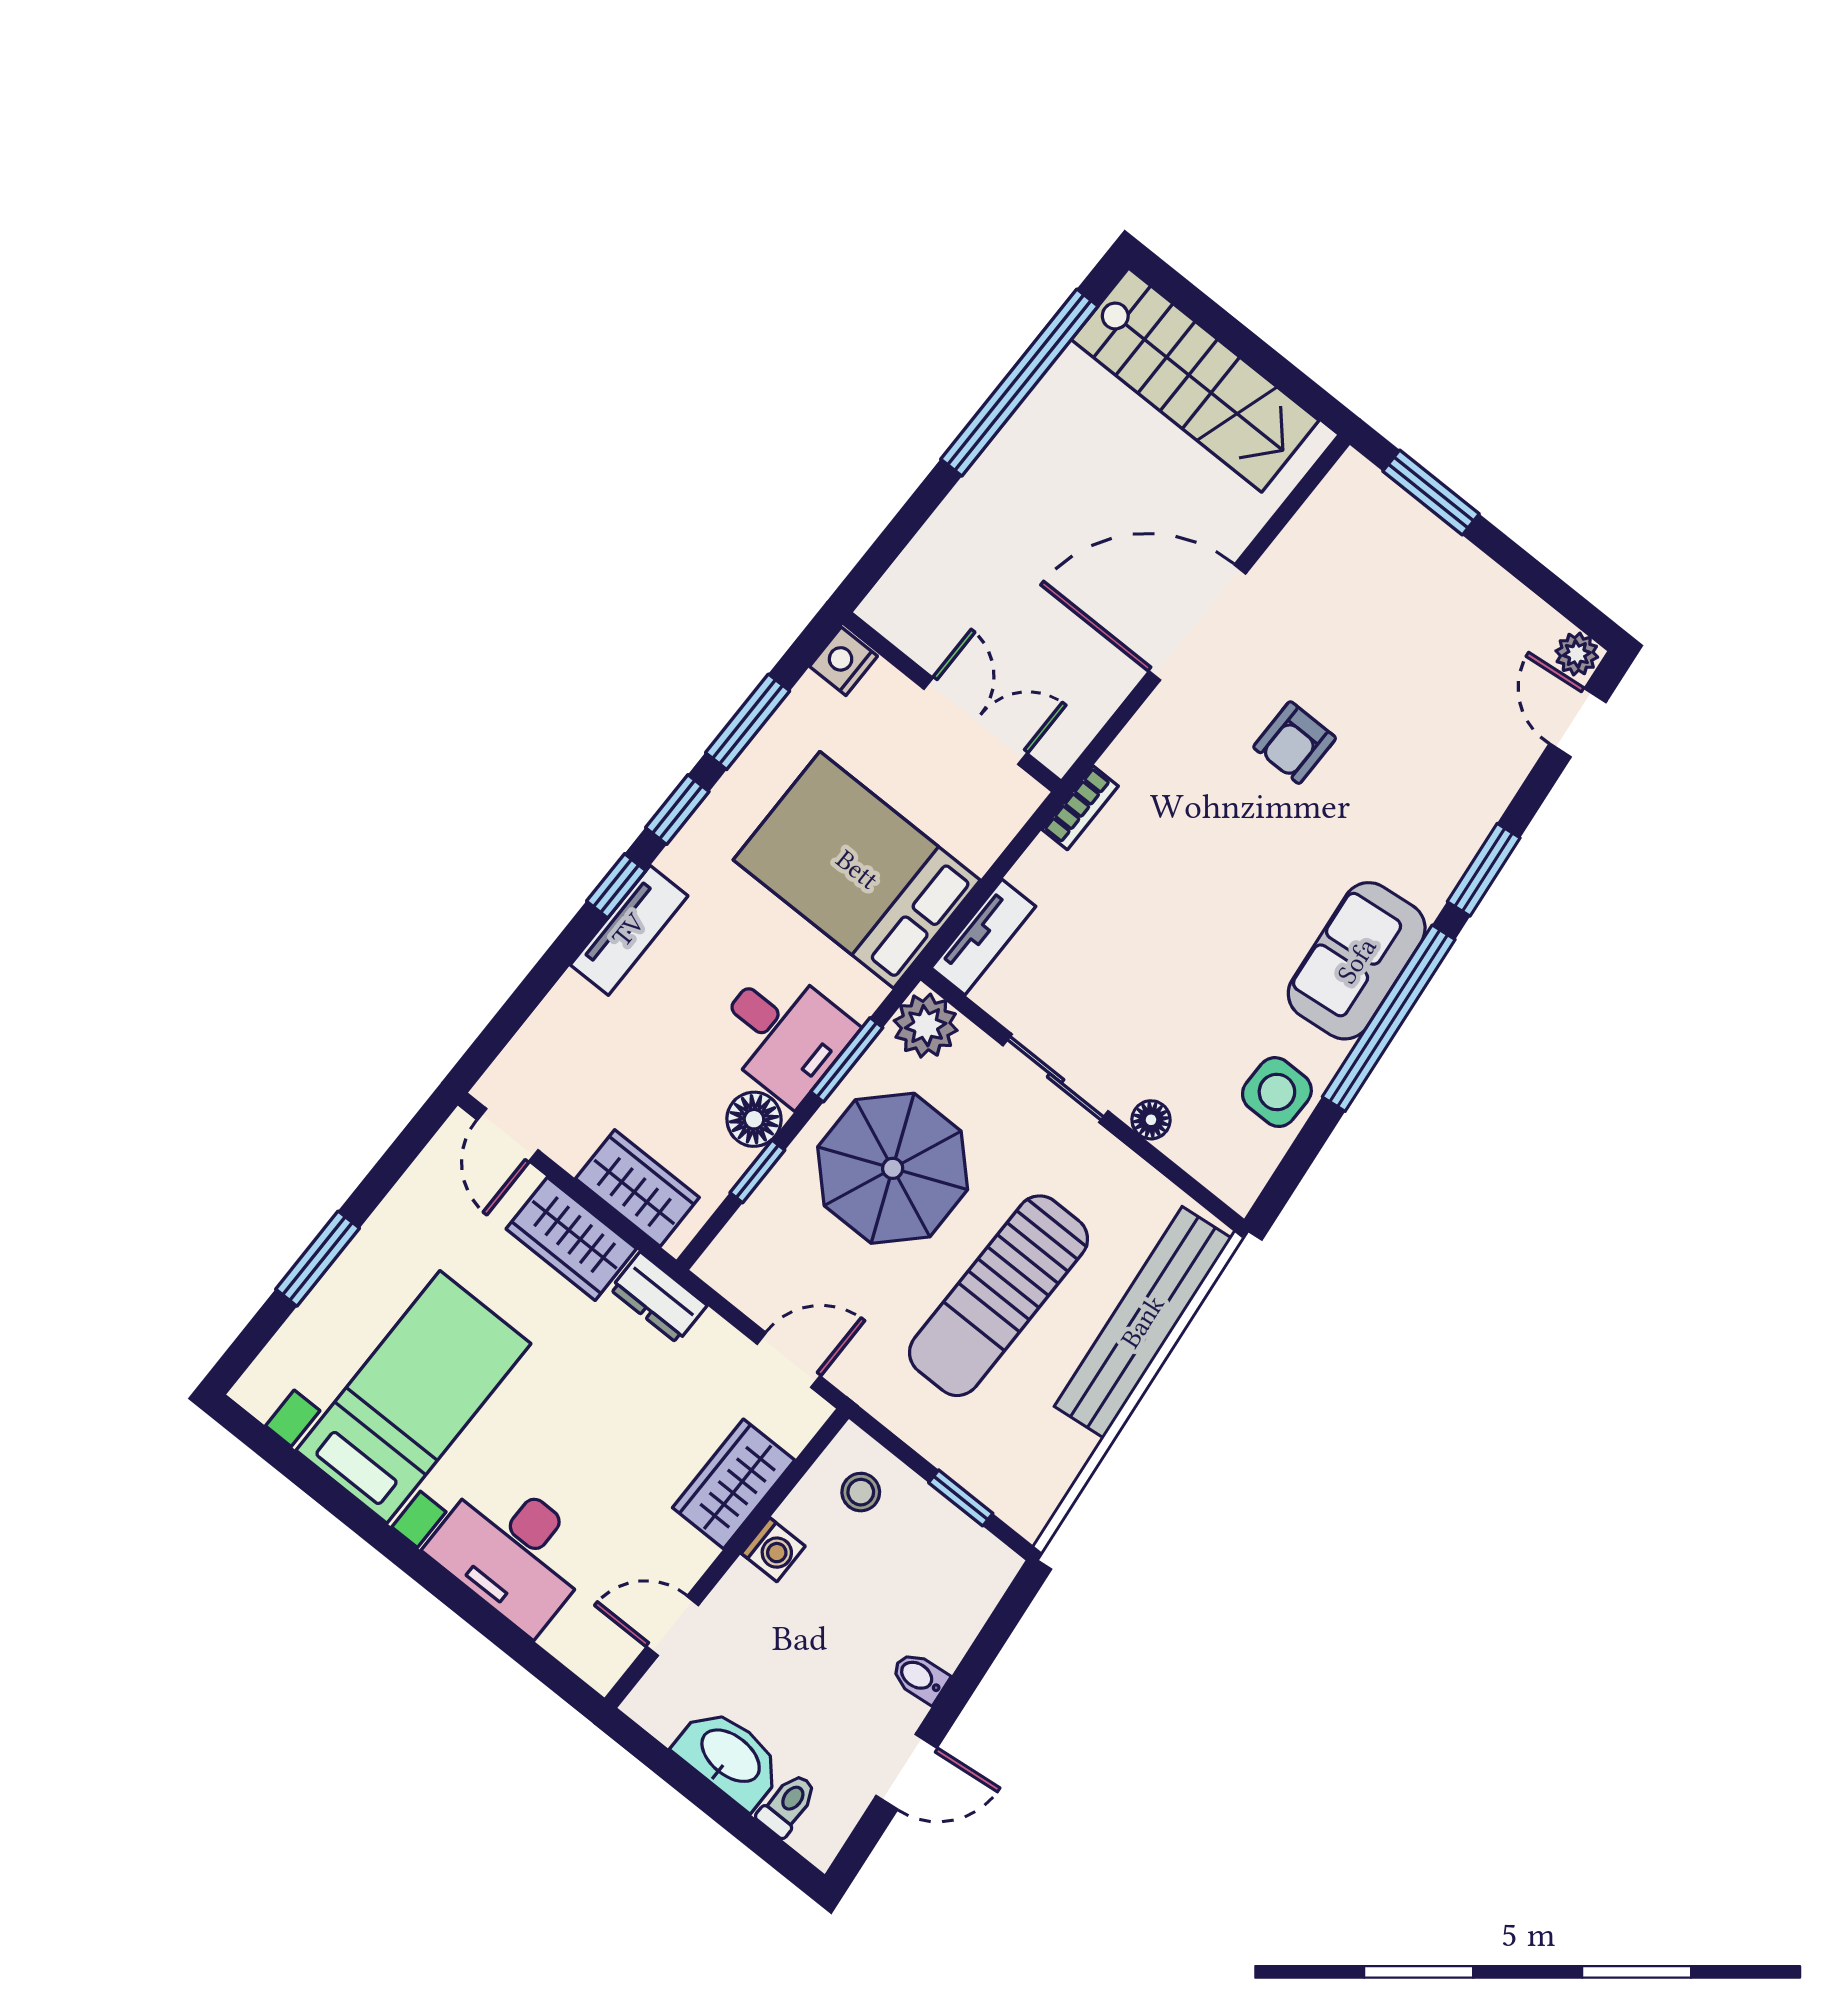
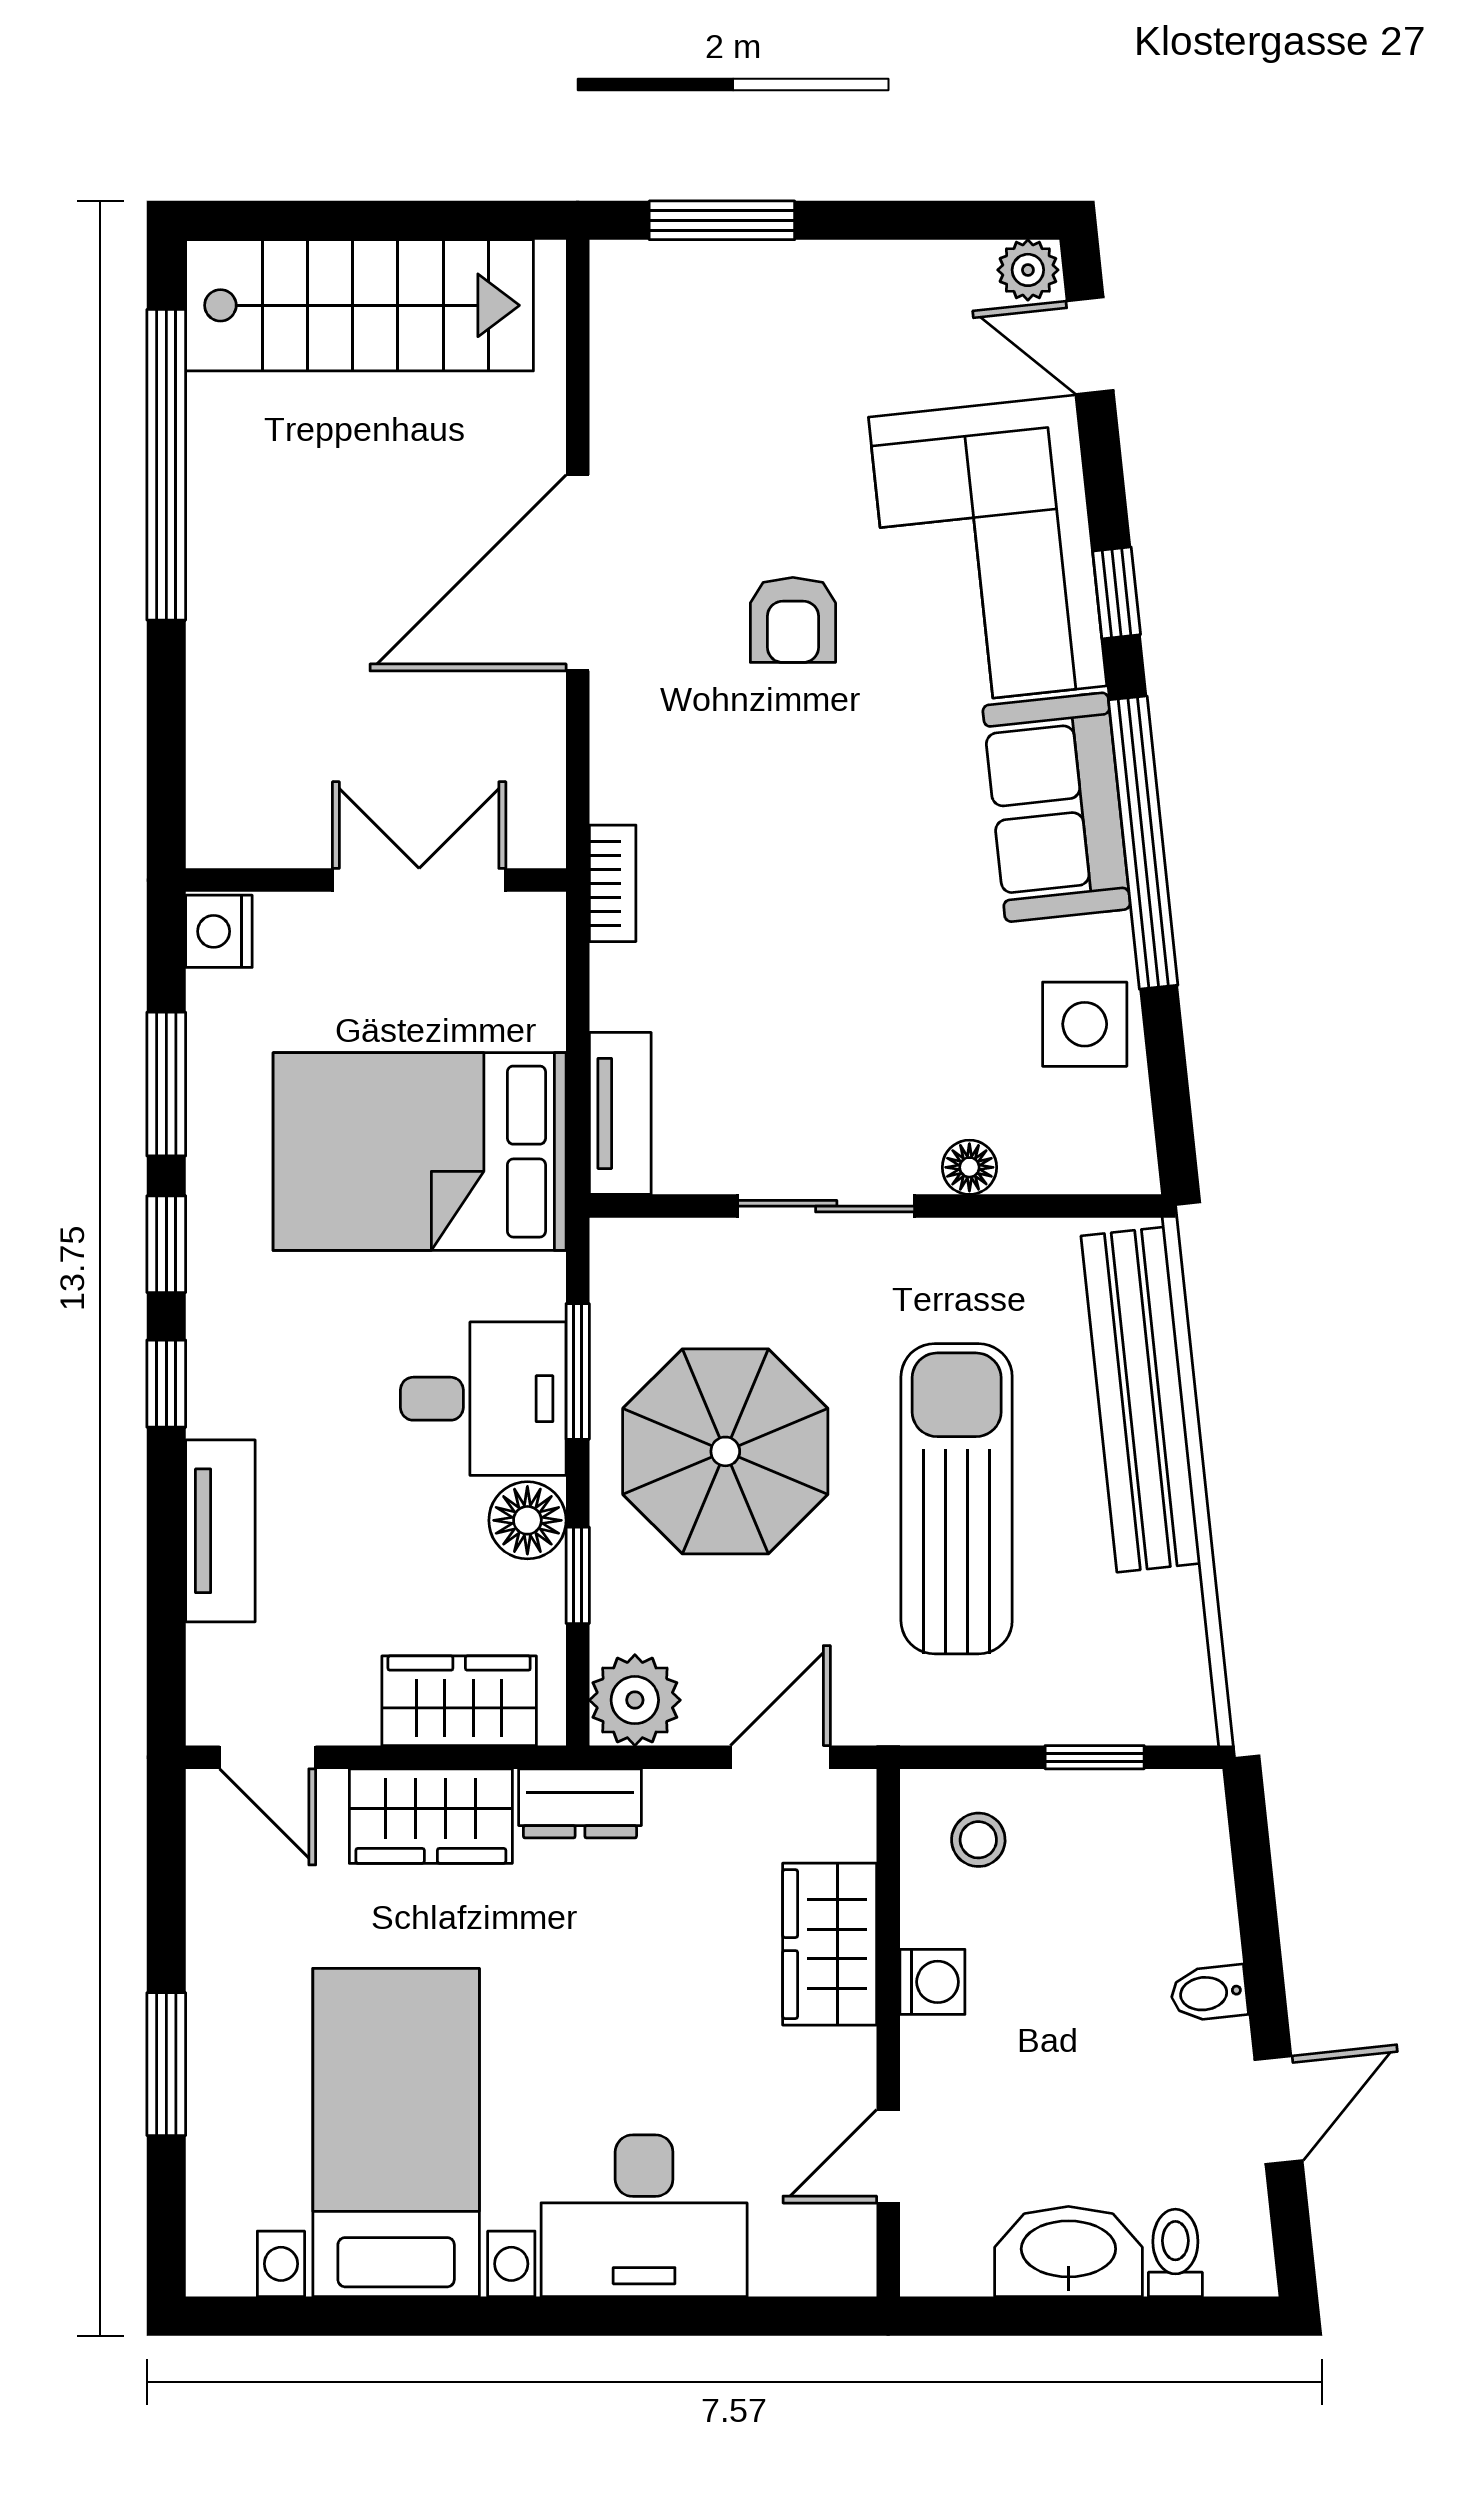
corner sofa: (1431, 791) -> (988, 552), added
window: (1484, 870) -> (1117, 593), width x0.67
tv unit: (629, 930) -> (220, 1531), moved
plant: (926, 1026) -> (635, 1700), moved
sun lounger: (999, 1296) -> (957, 1499), turned 180

